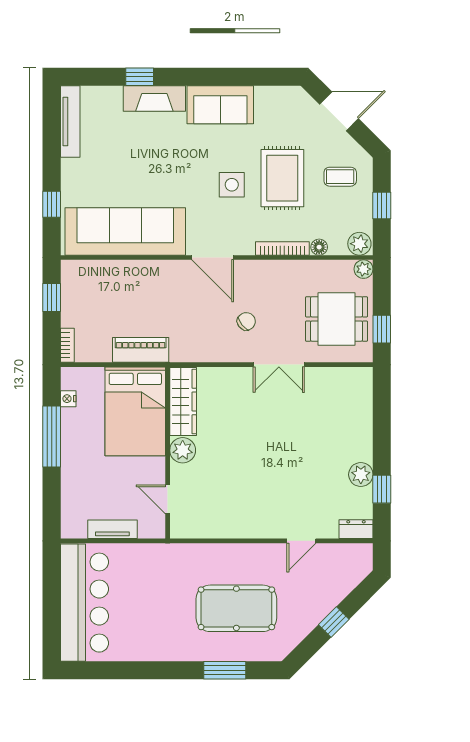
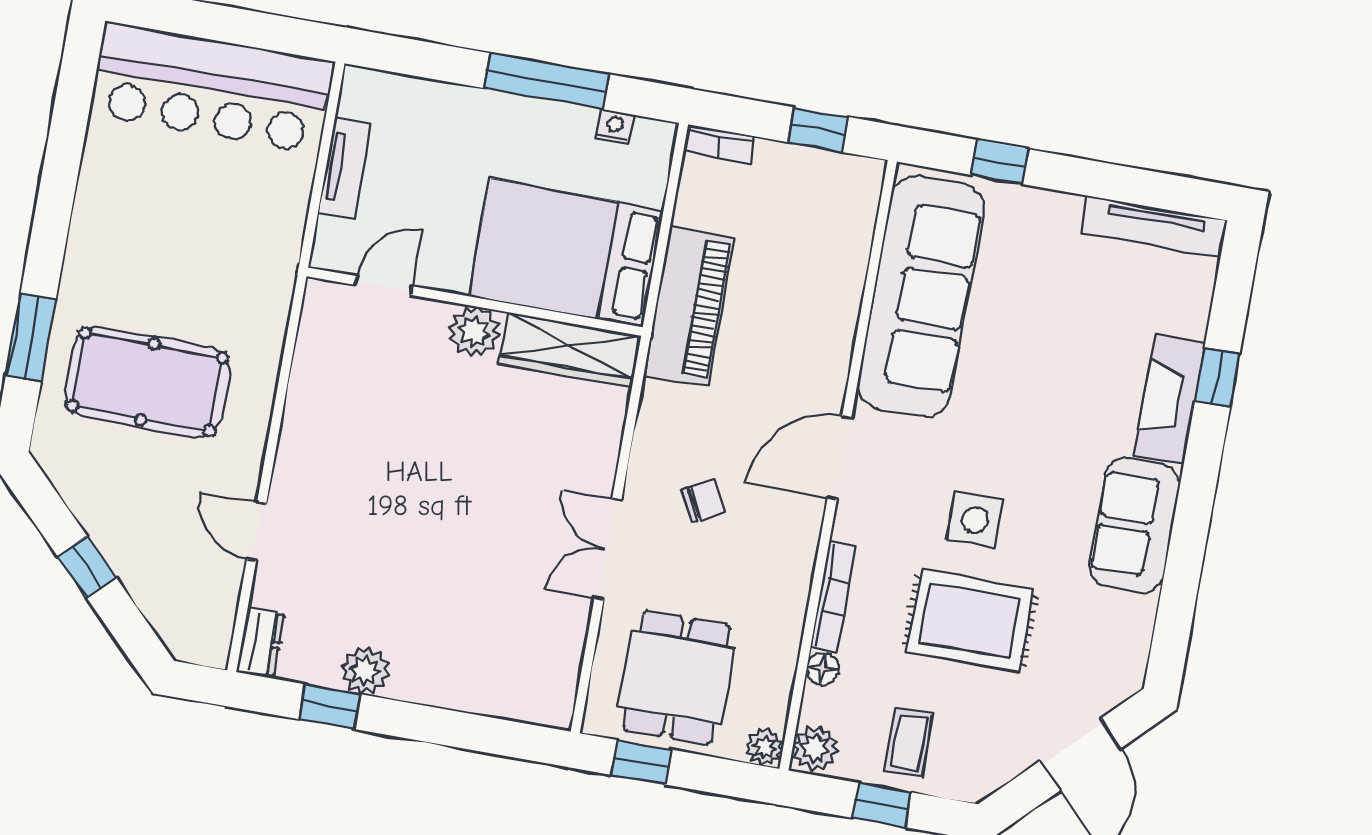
coffee table: (340, 177) -> (909, 743), moved
chair: (246, 321) -> (703, 501), turned -79
piano: (141, 350) -> (689, 306), width x1.37, depth x1.33
pool table: (236, 608) -> (147, 382), turned 90

